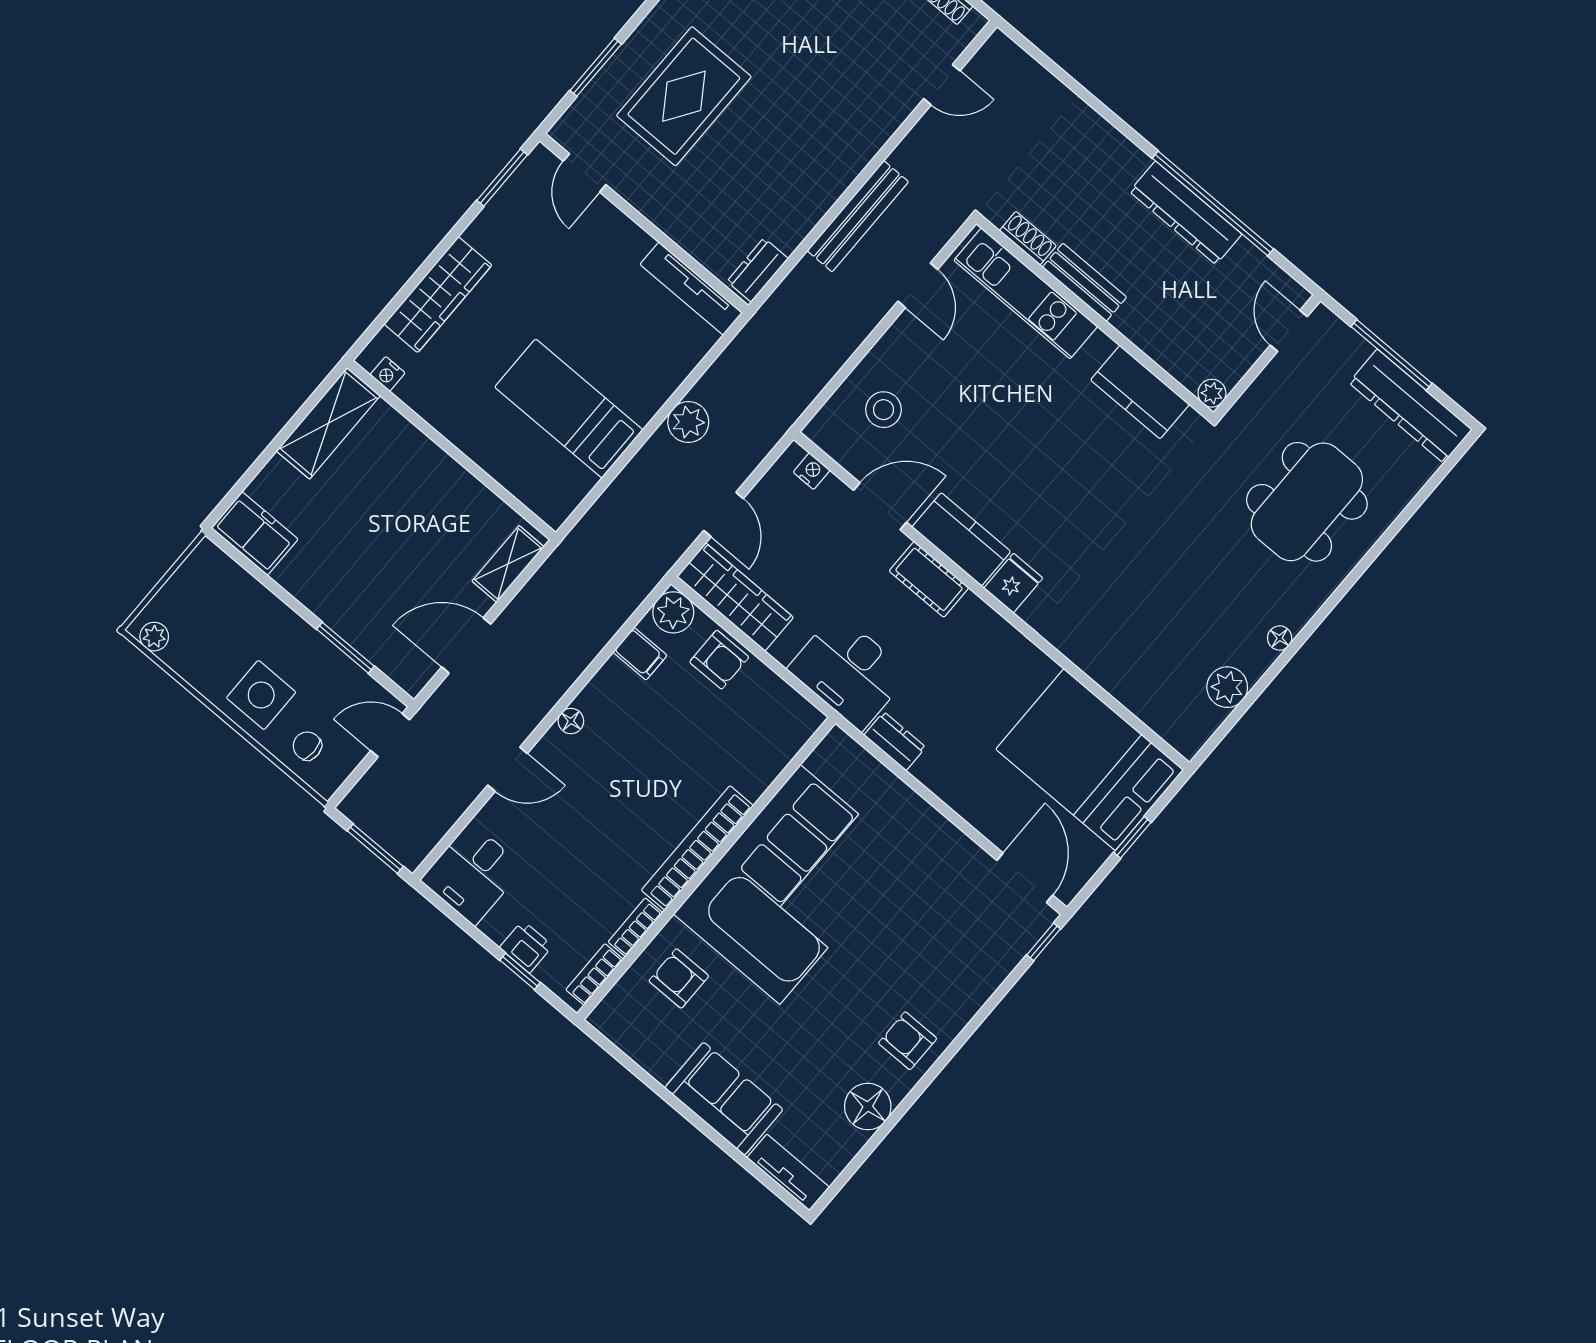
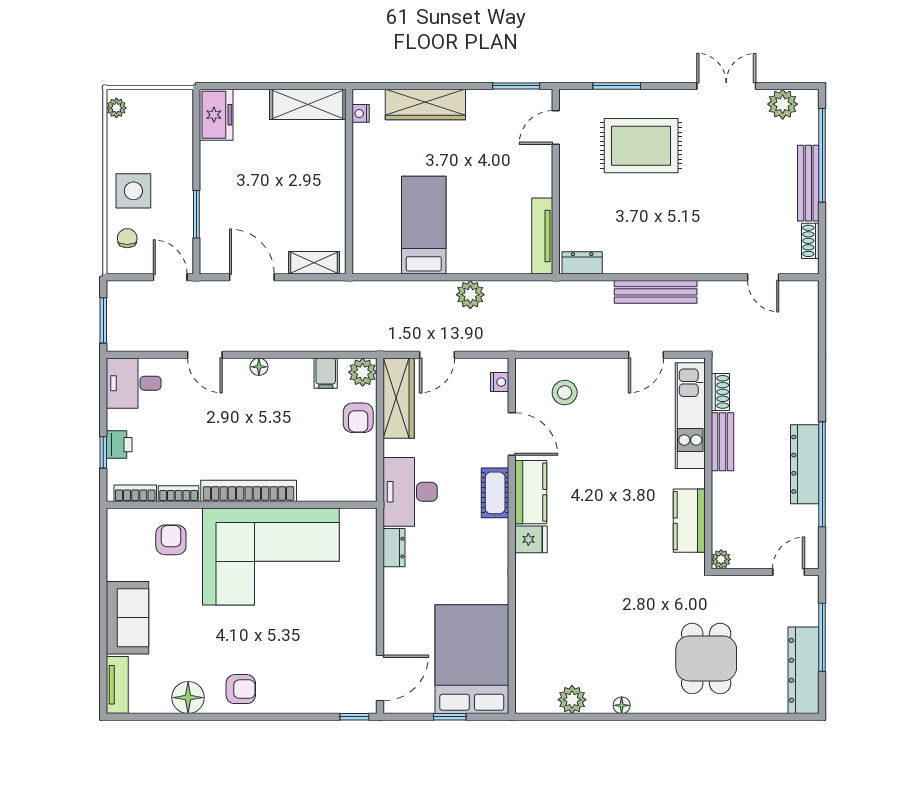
dining table: (1307, 502) -> (706, 658), width x0.73
armchair: (908, 1041) -> (241, 689), turned 90

